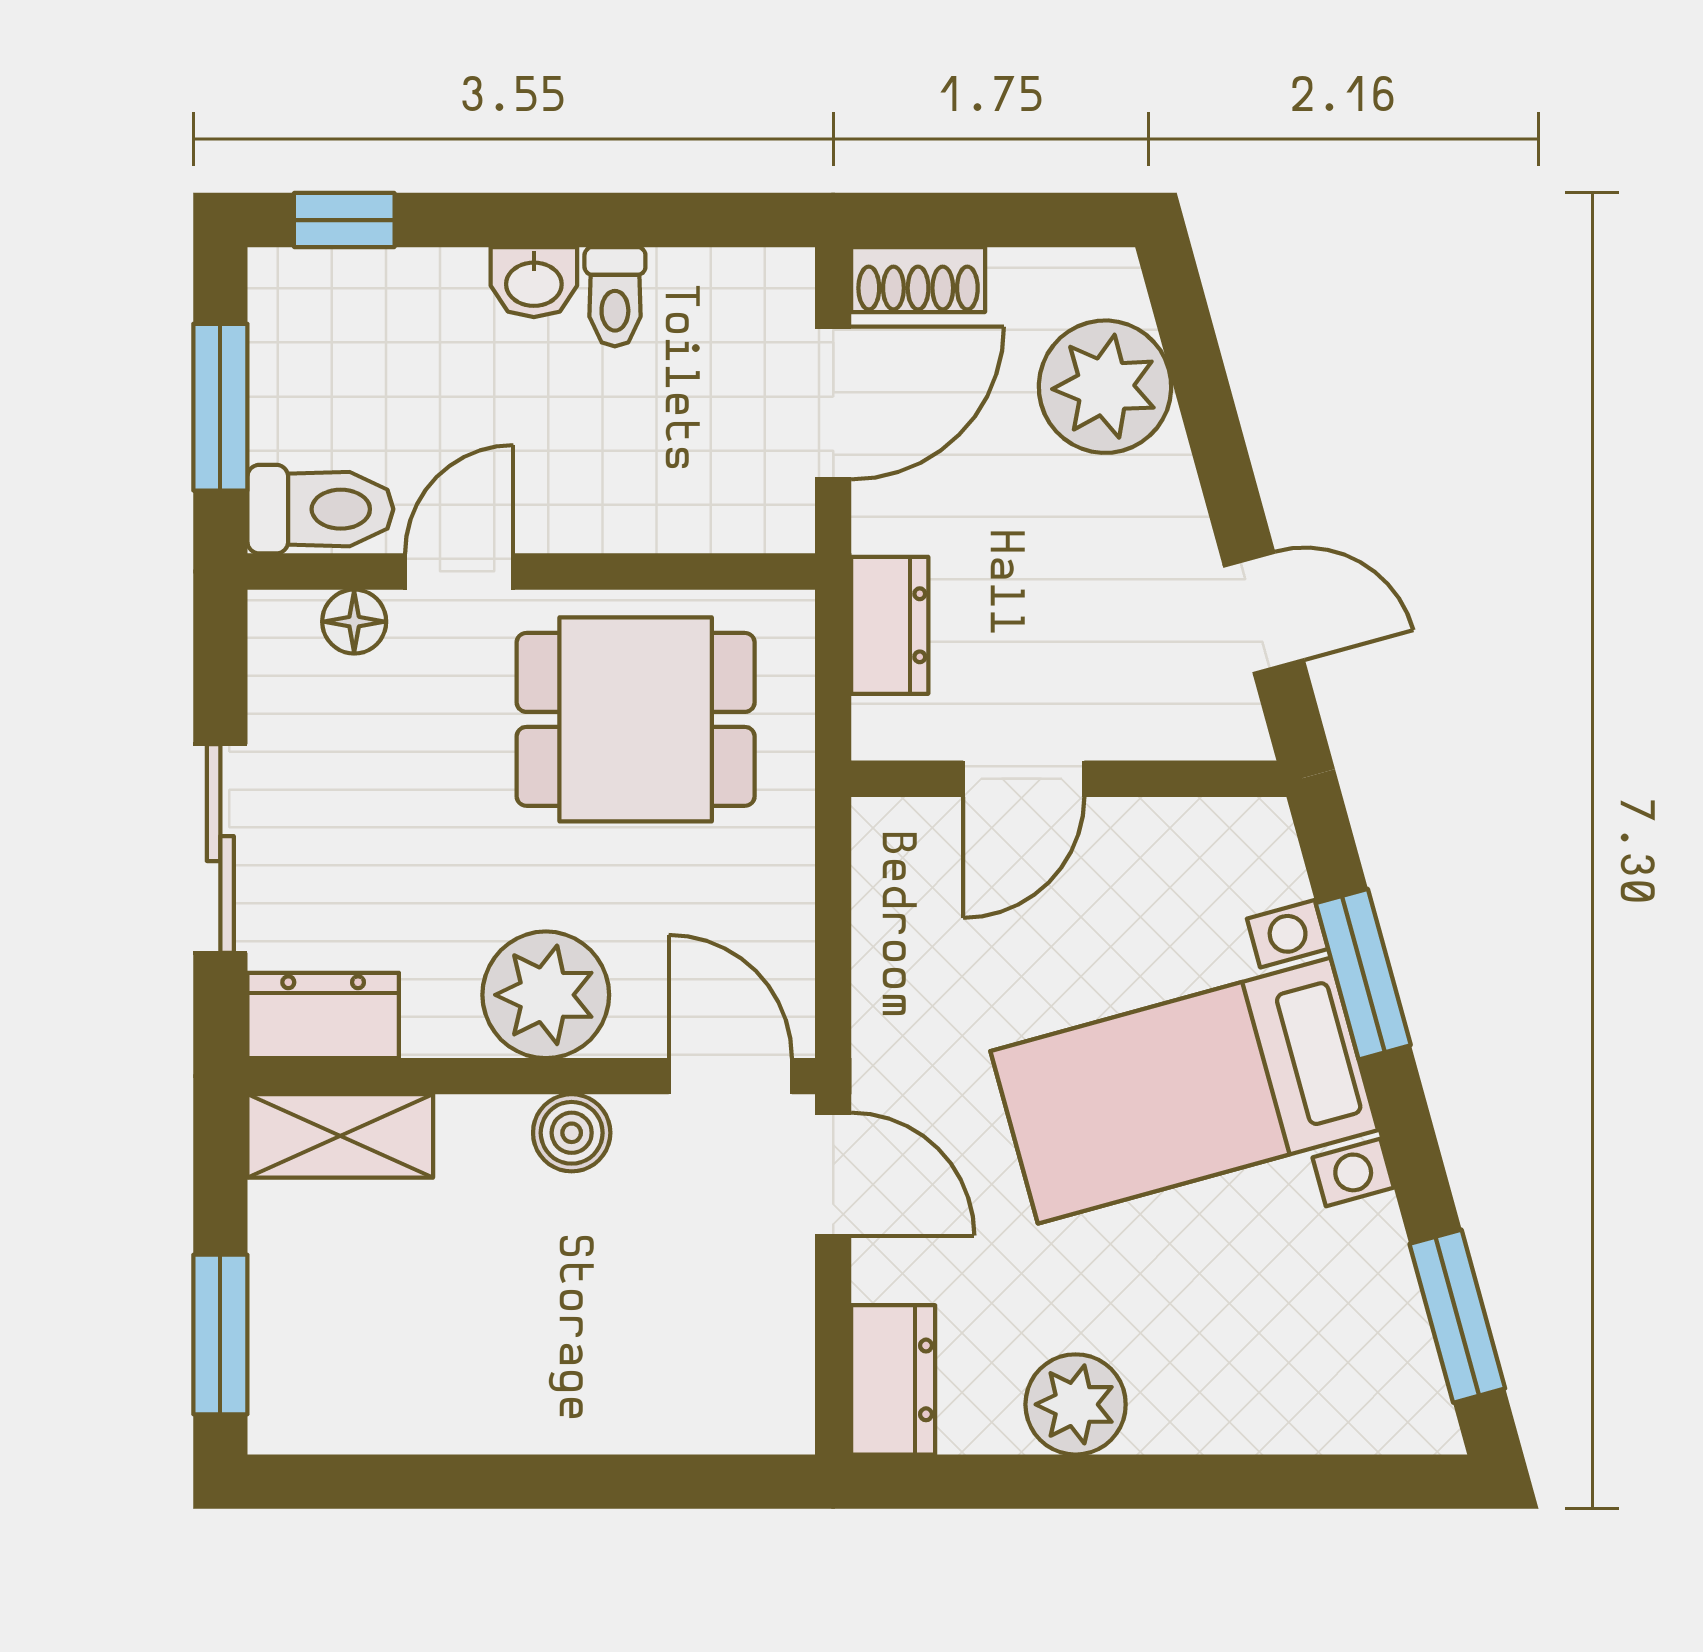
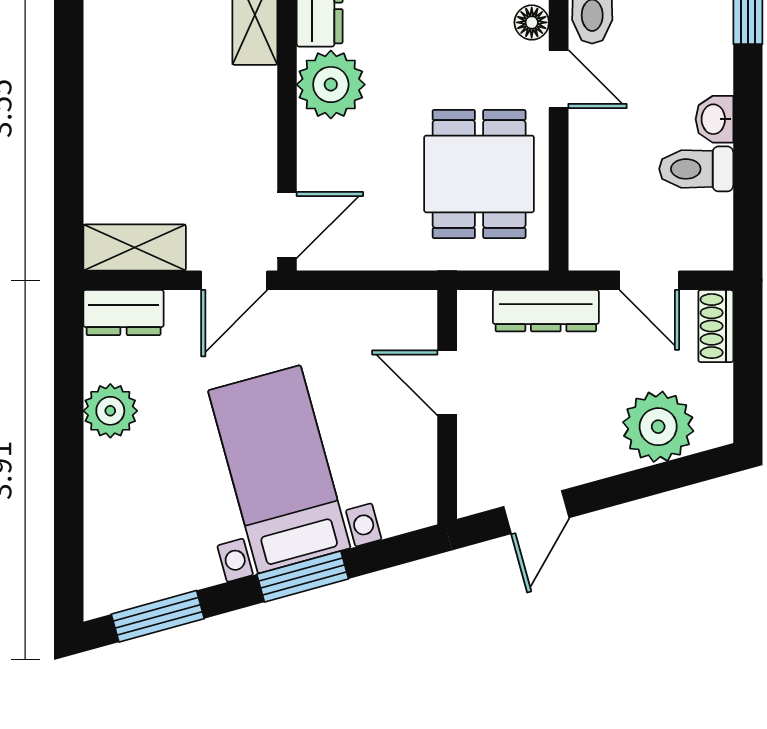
toilet: (615, 297) -> (696, 169), width x1.37, depth x1.39
door: (833, 403) -> (649, 280), width x0.73
dresser: (890, 625) -> (546, 311), width x1.44
window: (1363, 974) -> (303, 576), moved
plant: (546, 995) -> (331, 85), moved
boiler: (572, 1133) -> (257, 140), removed
shelving: (772, 1359) -> (135, 248), added

